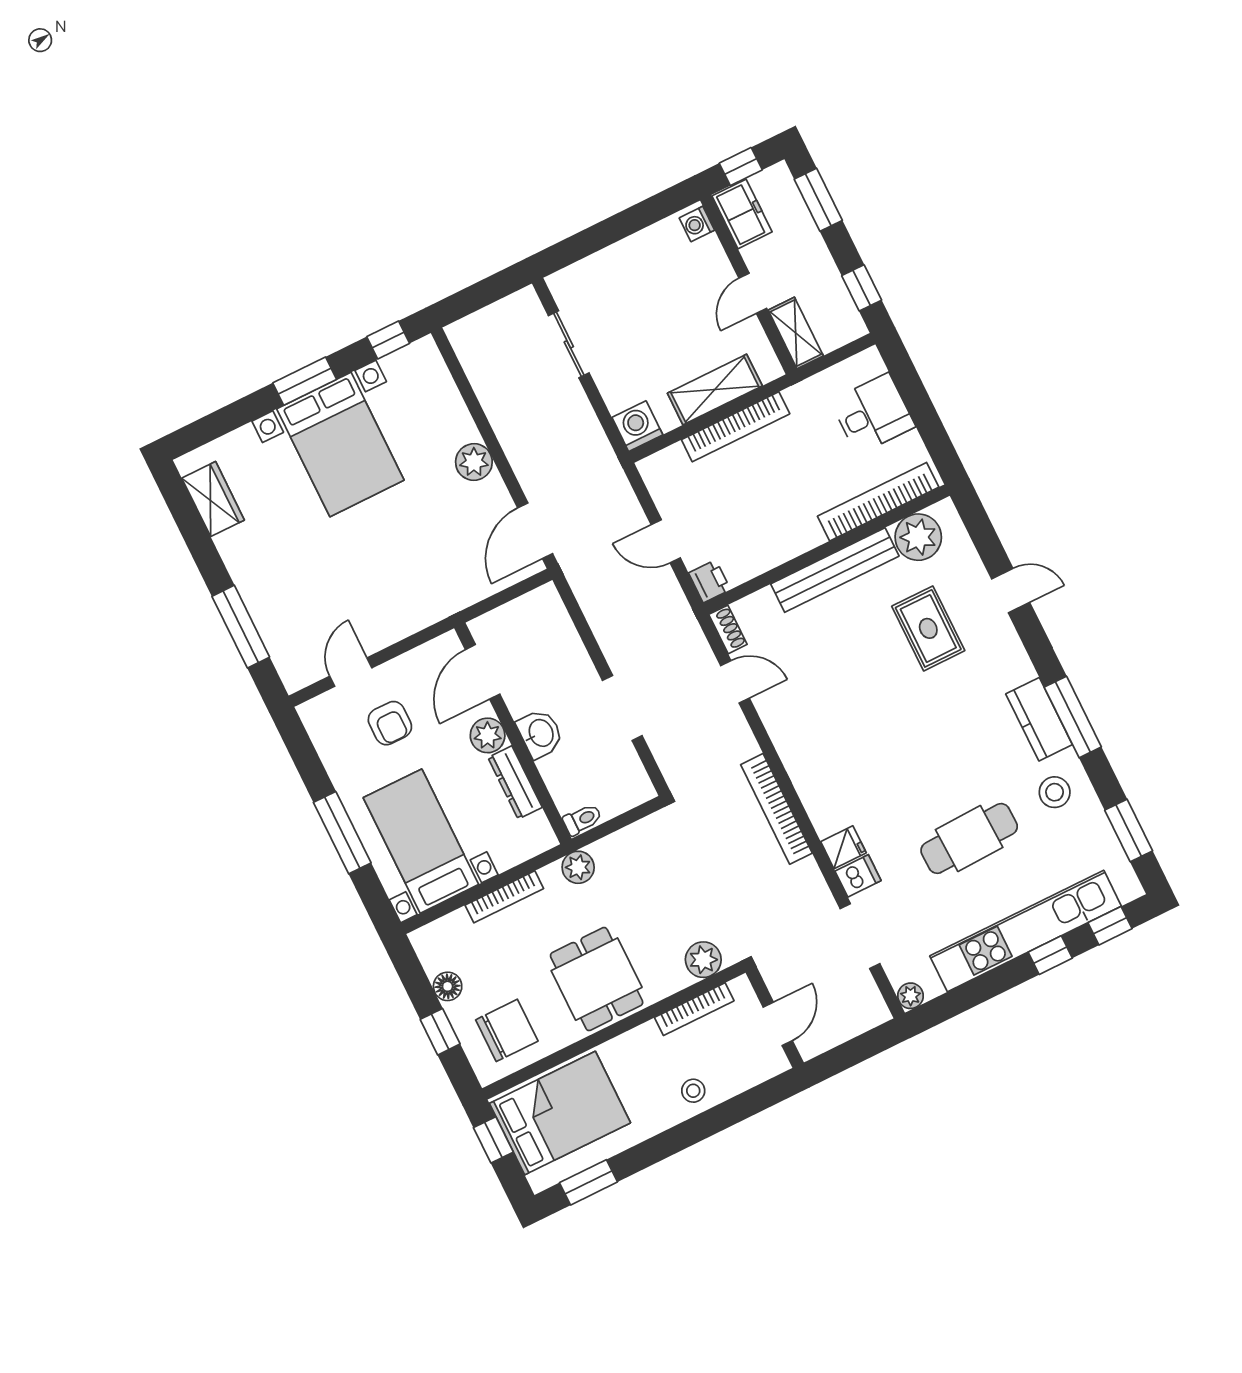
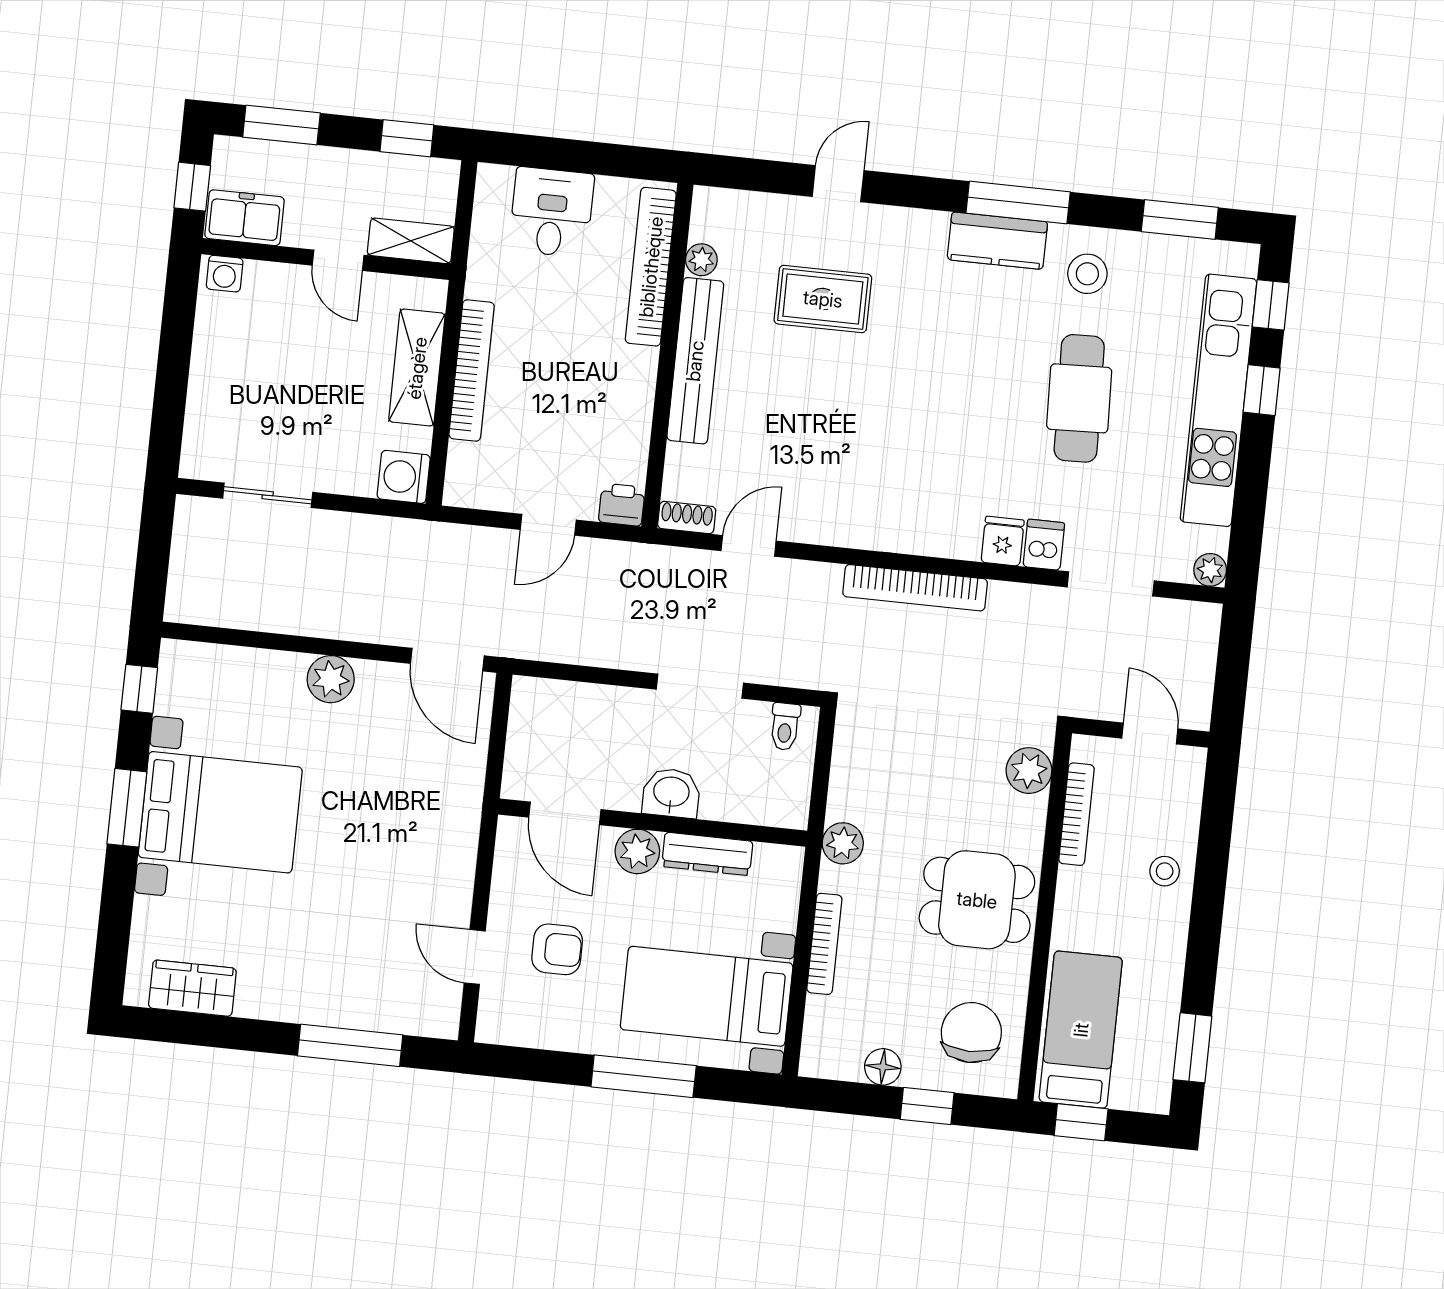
plant: (918, 537) -> (701, 260), width x0.53, depth x0.53
toilet: (582, 819) -> (785, 727), moved, turned 180
bed: (560, 1113) -> (1081, 1030), width x0.67

